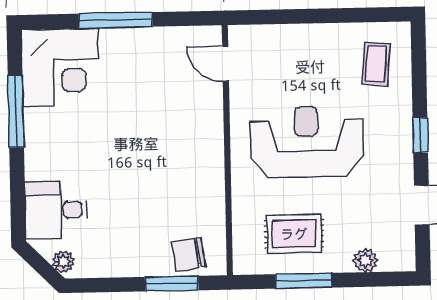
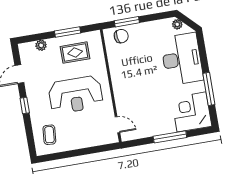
desk: (56, 210) -> (182, 59), width x1.87, depth x1.30

